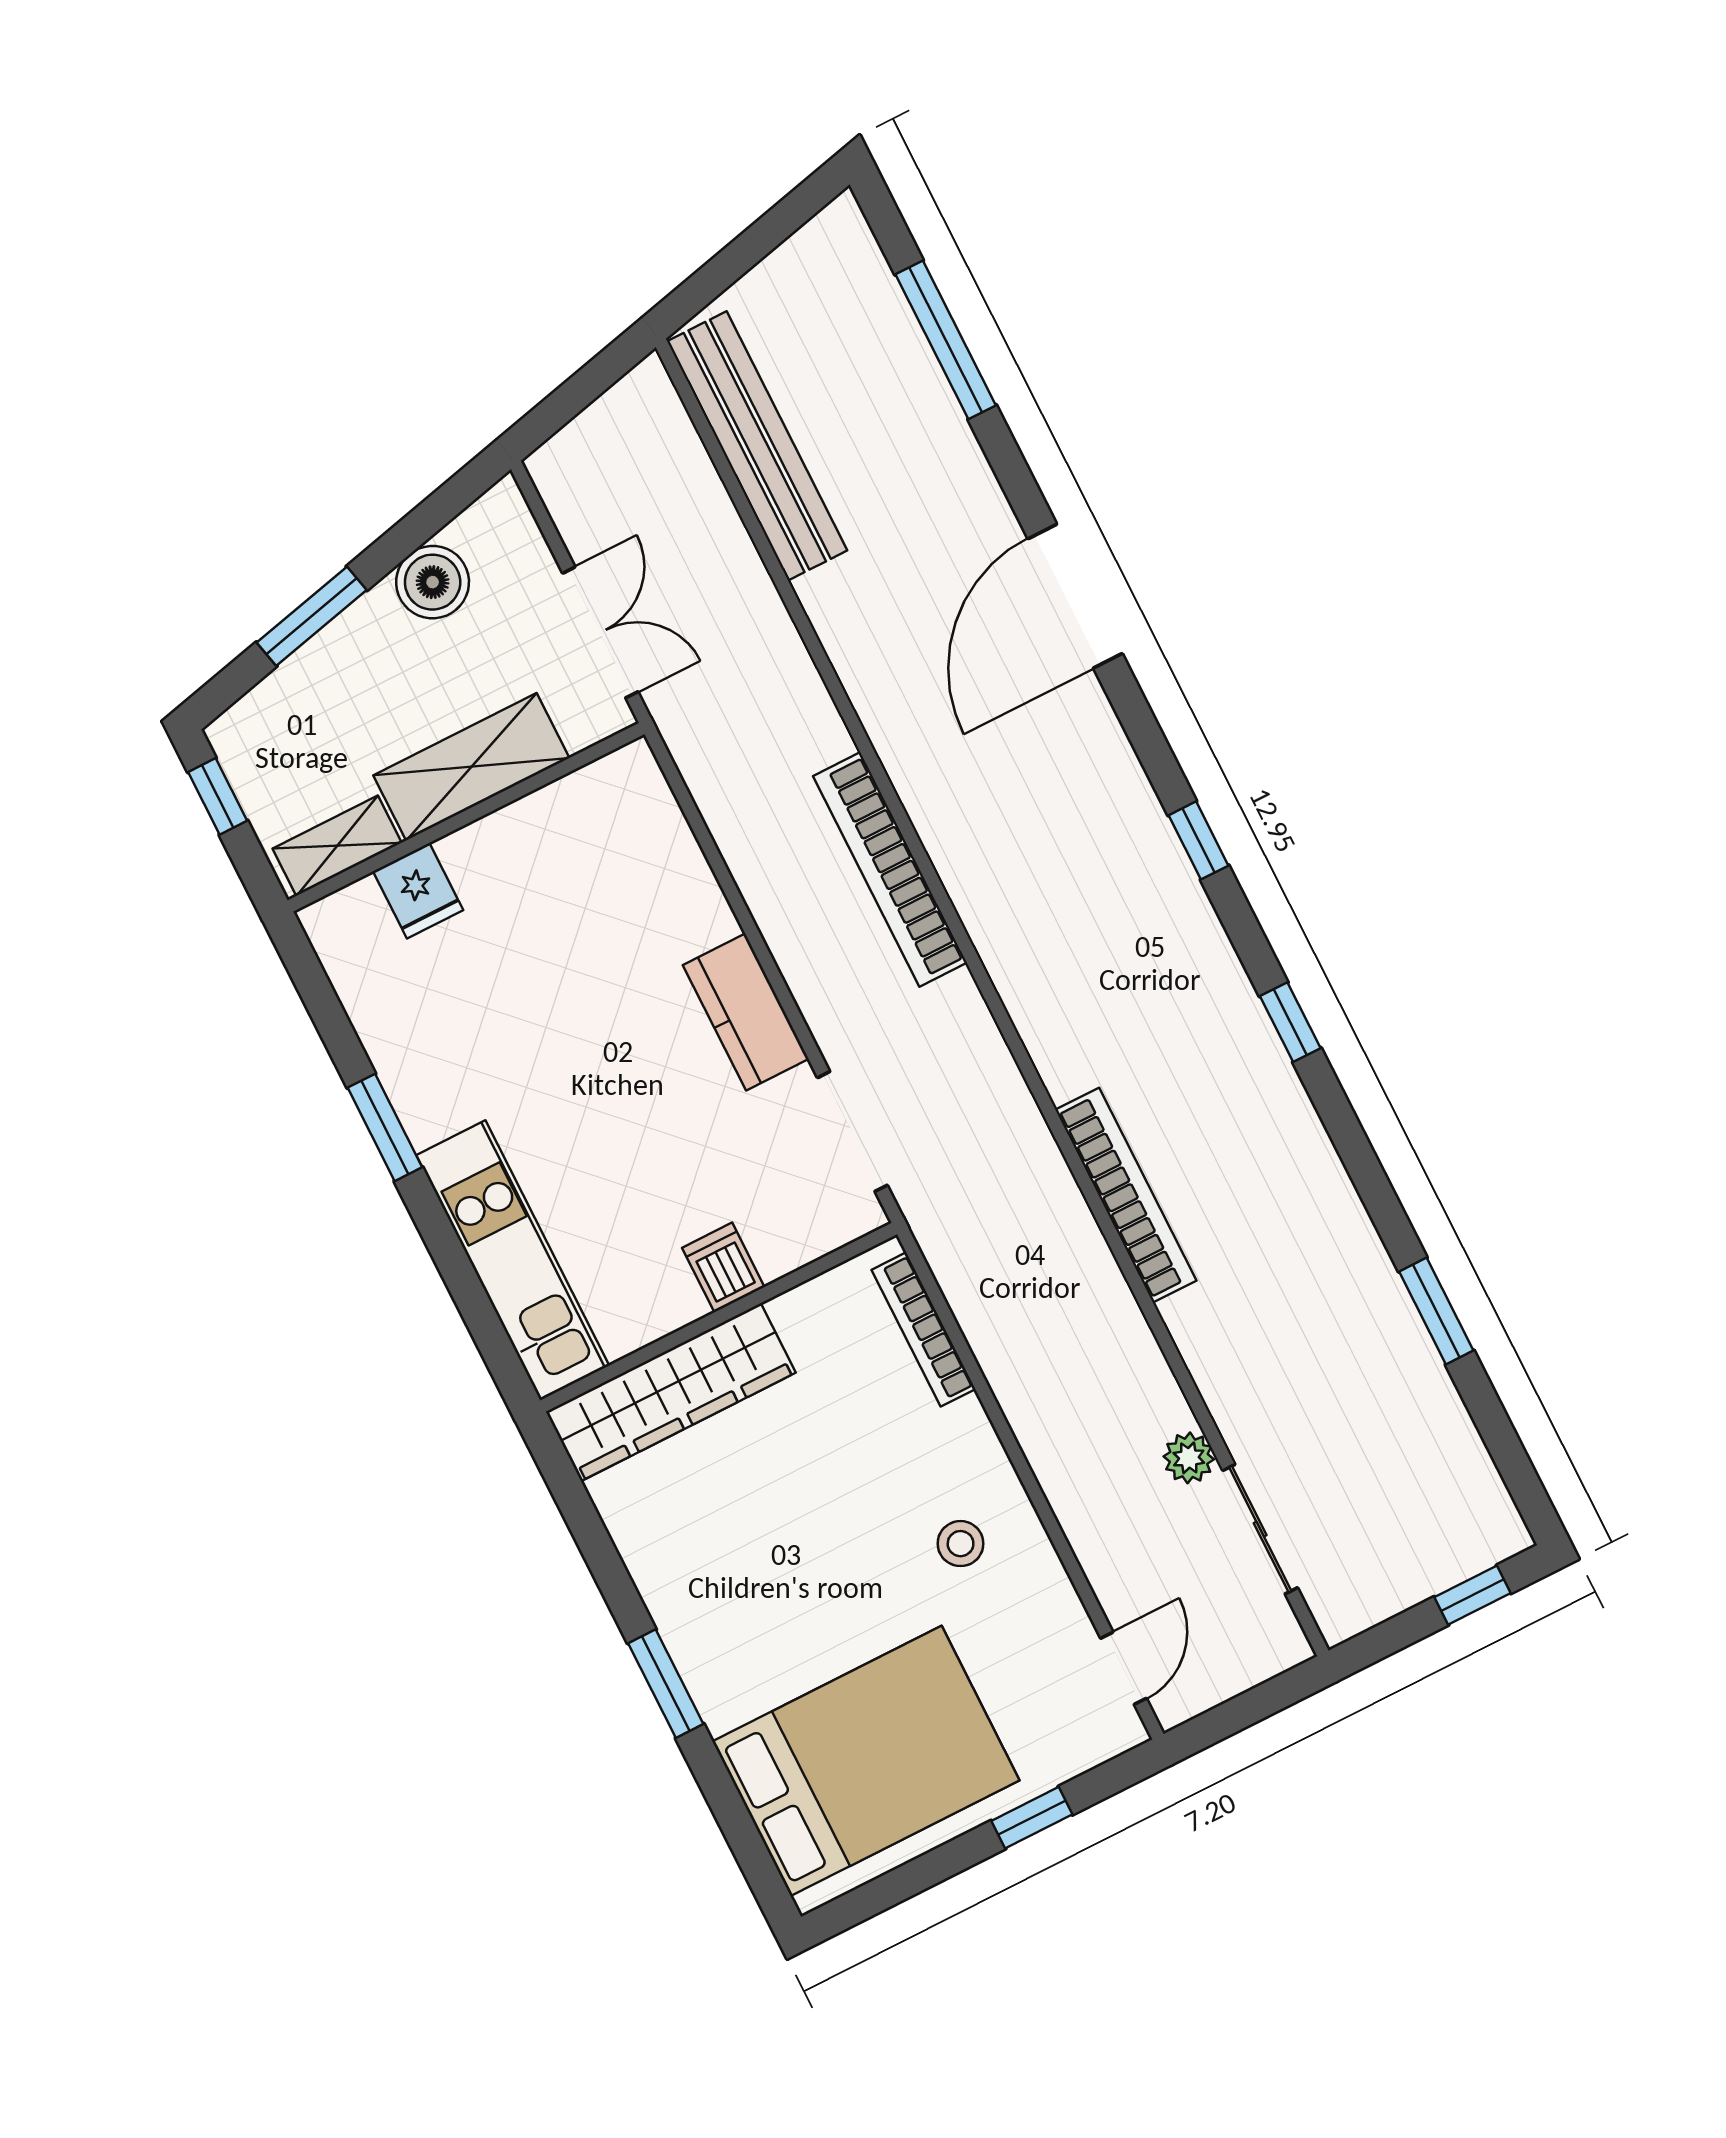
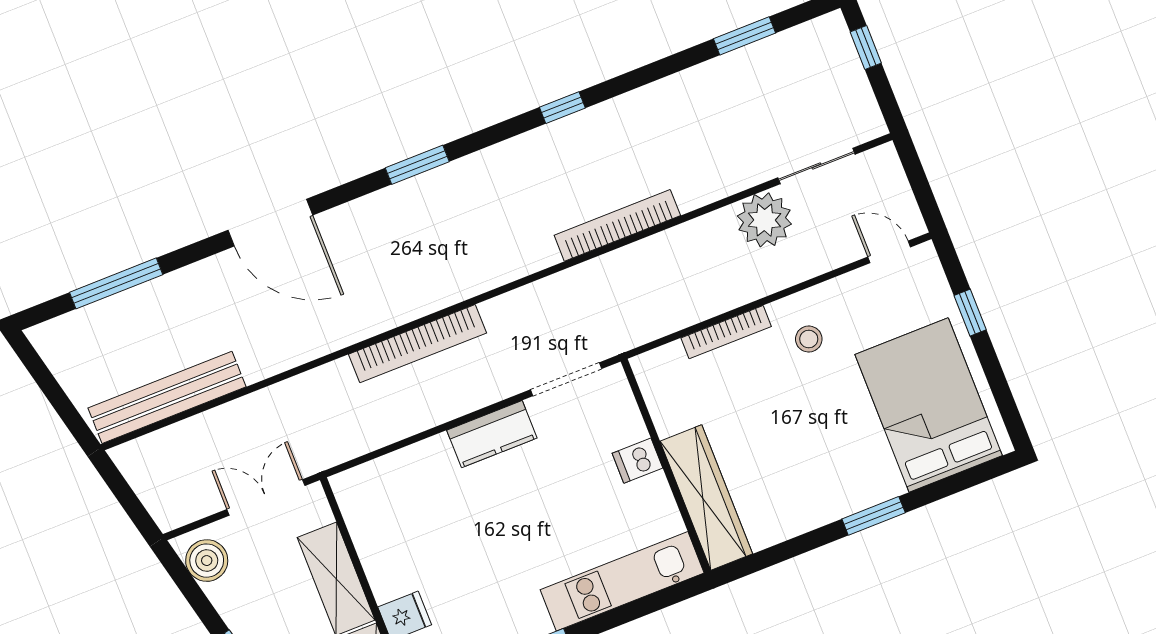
boiler: (433, 582) -> (207, 561), moved
window: (1198, 840) -> (417, 165), width x1.50
window: (1290, 1022) -> (562, 108), moved
window: (1436, 1311) -> (744, 36), moved
bookcase: (924, 1329) -> (726, 332), moved
plant: (1189, 1458) -> (764, 220), width x1.87, depth x1.87

